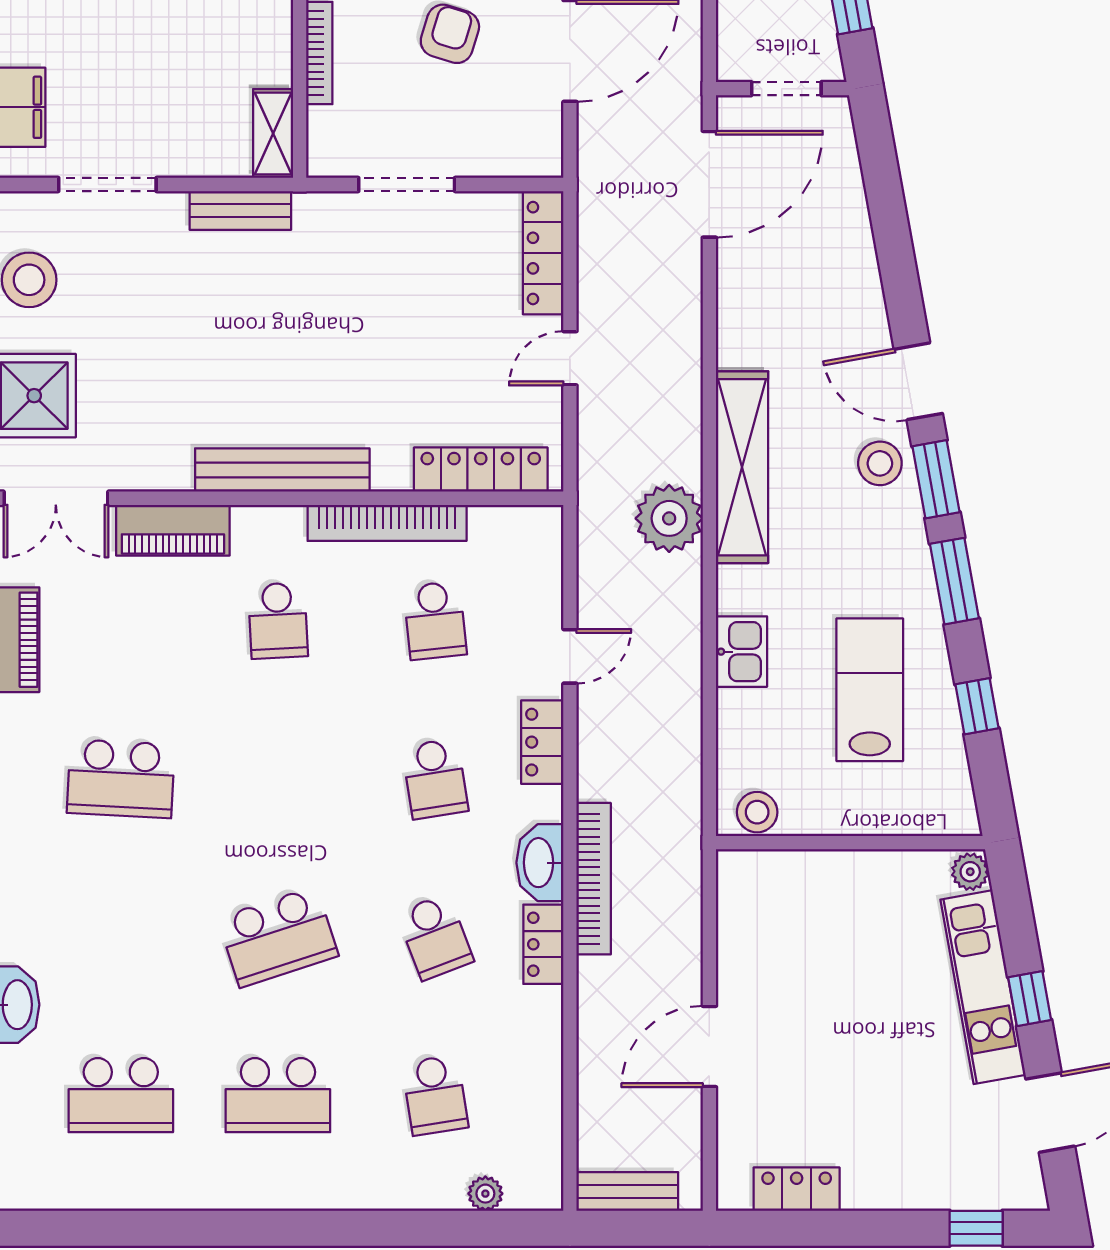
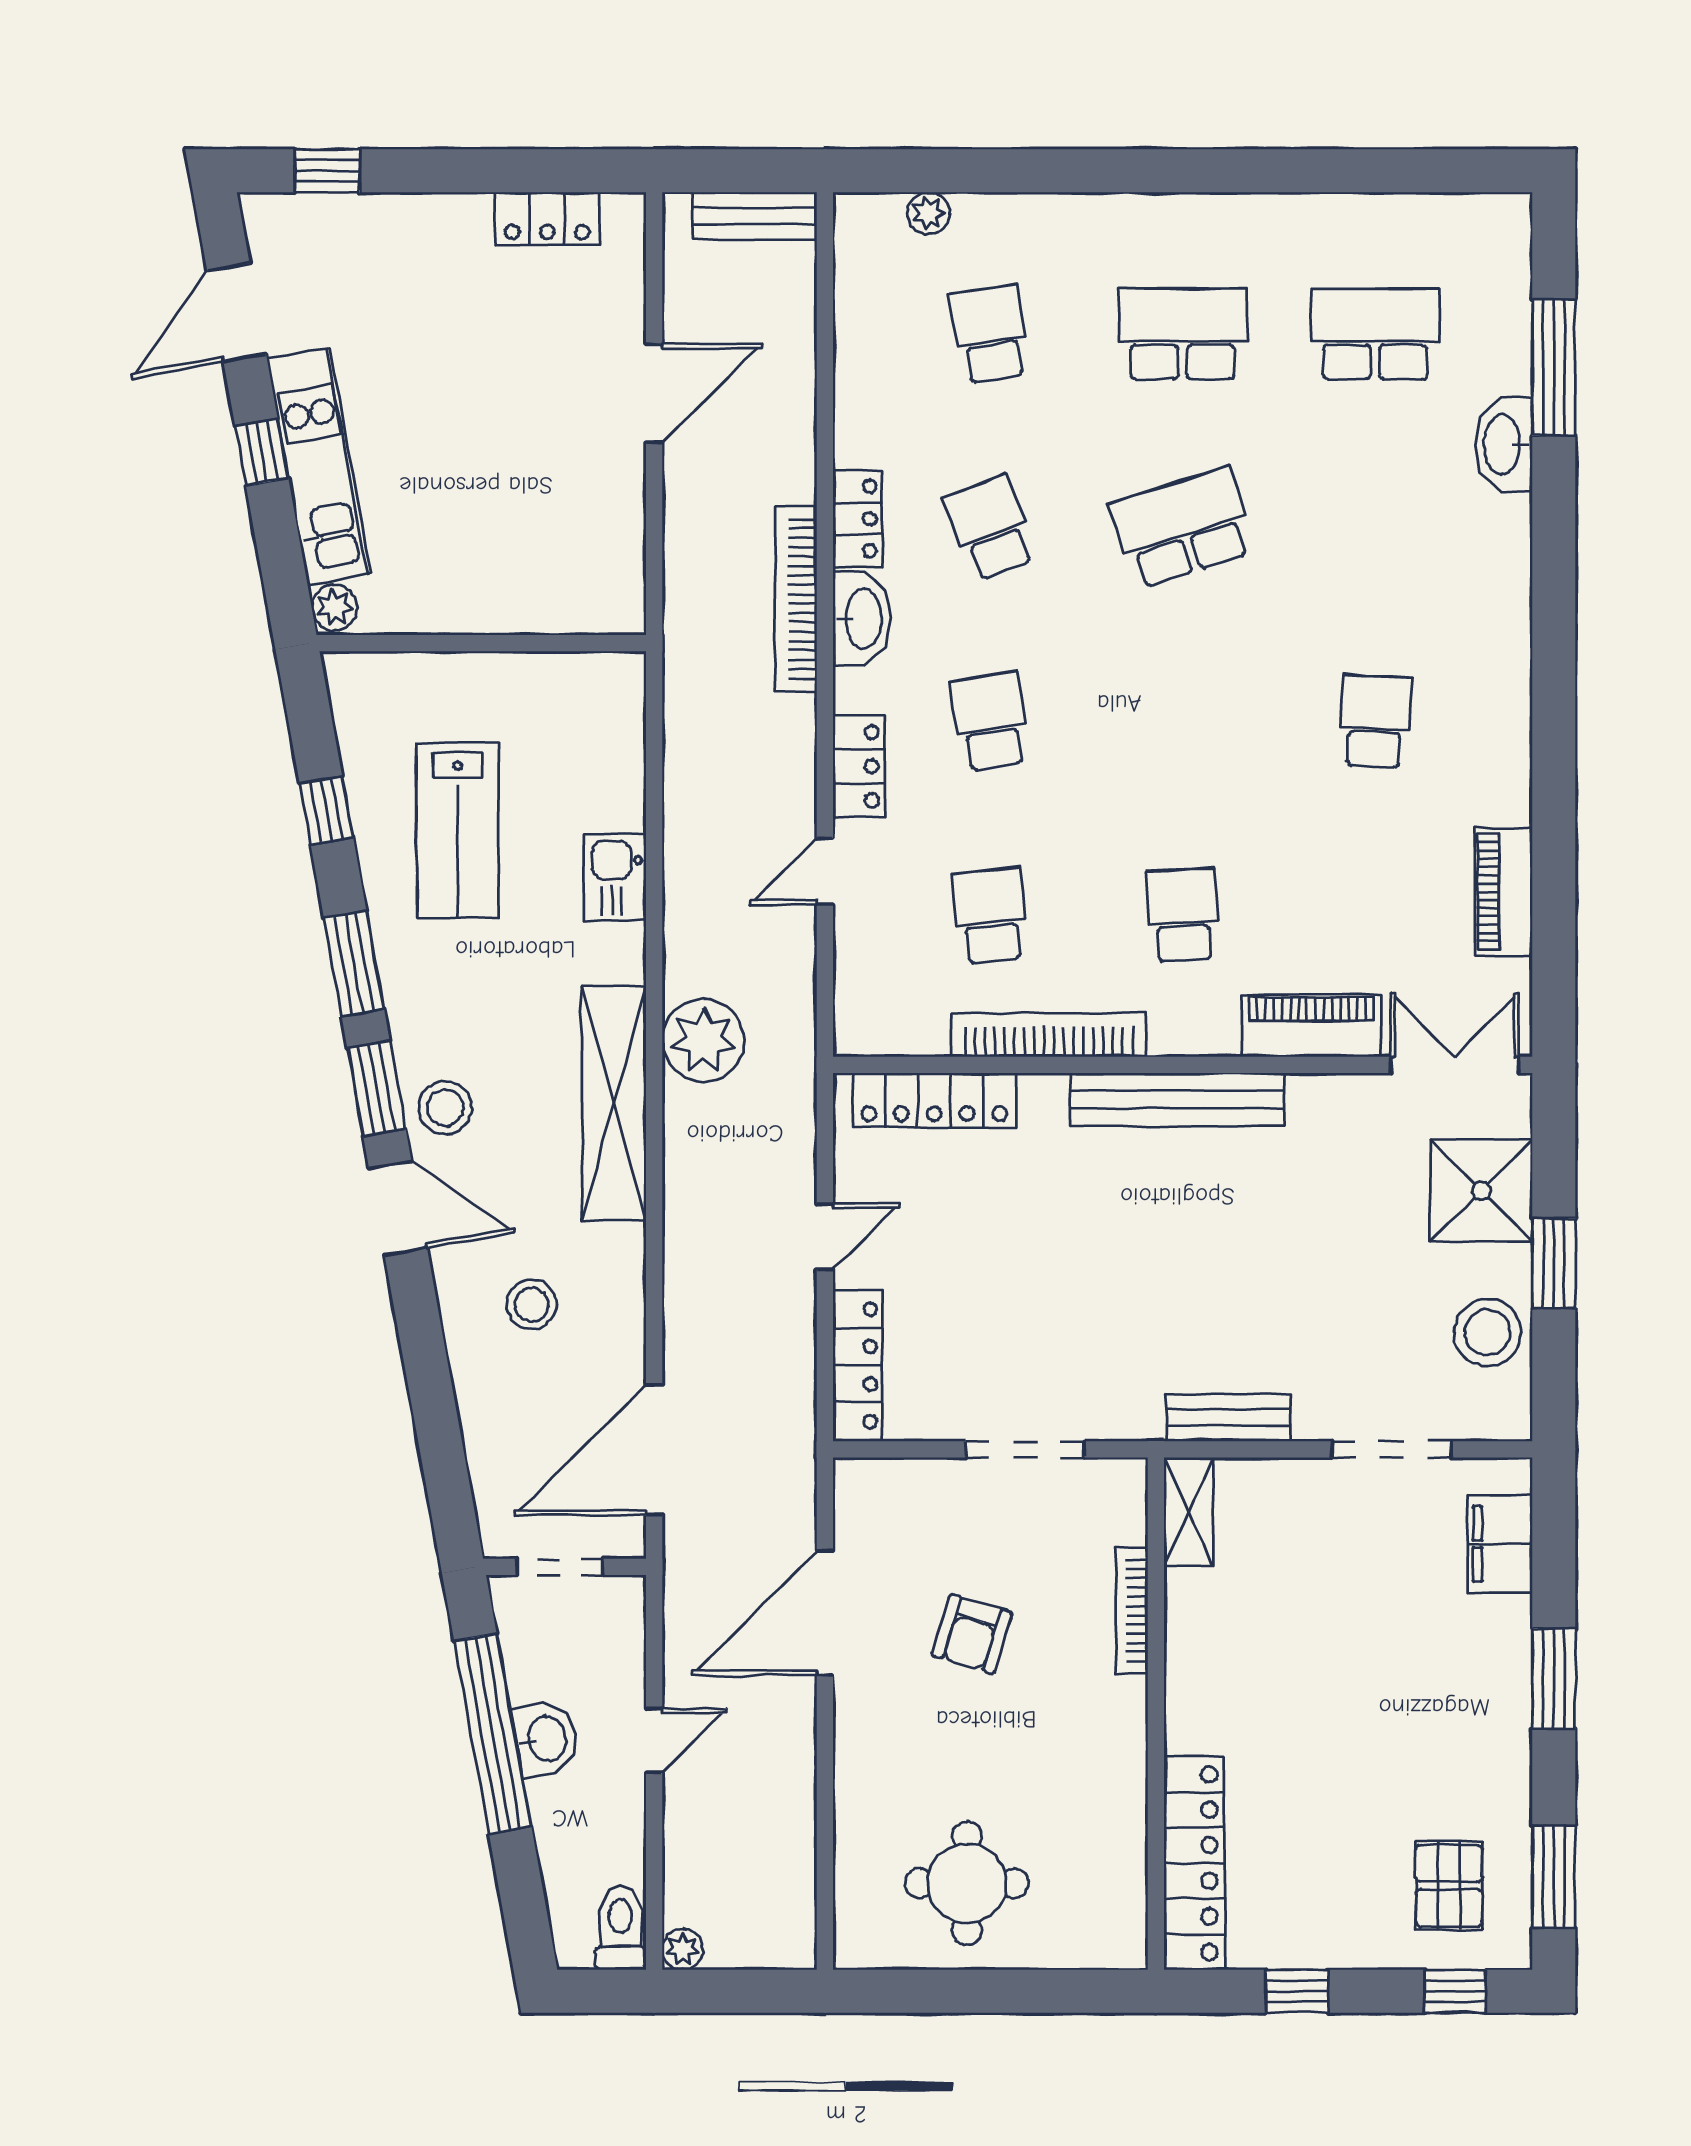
school desk: (121, 779) -> (1375, 721), width x0.54
stool: (757, 812) -> (532, 1305), moved

